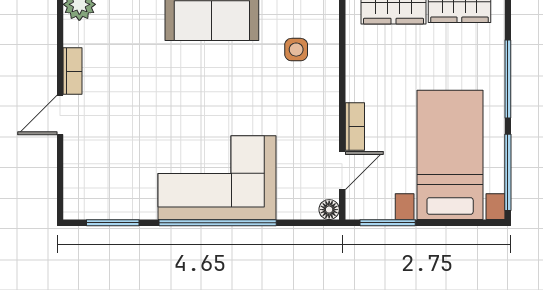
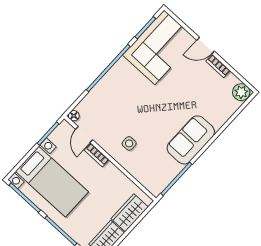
side table: (296, 50) -> (129, 143), moved
door: (60, 115) -> (206, 46), swing flipped
corner sofa: (217, 178) -> (159, 47), moved

